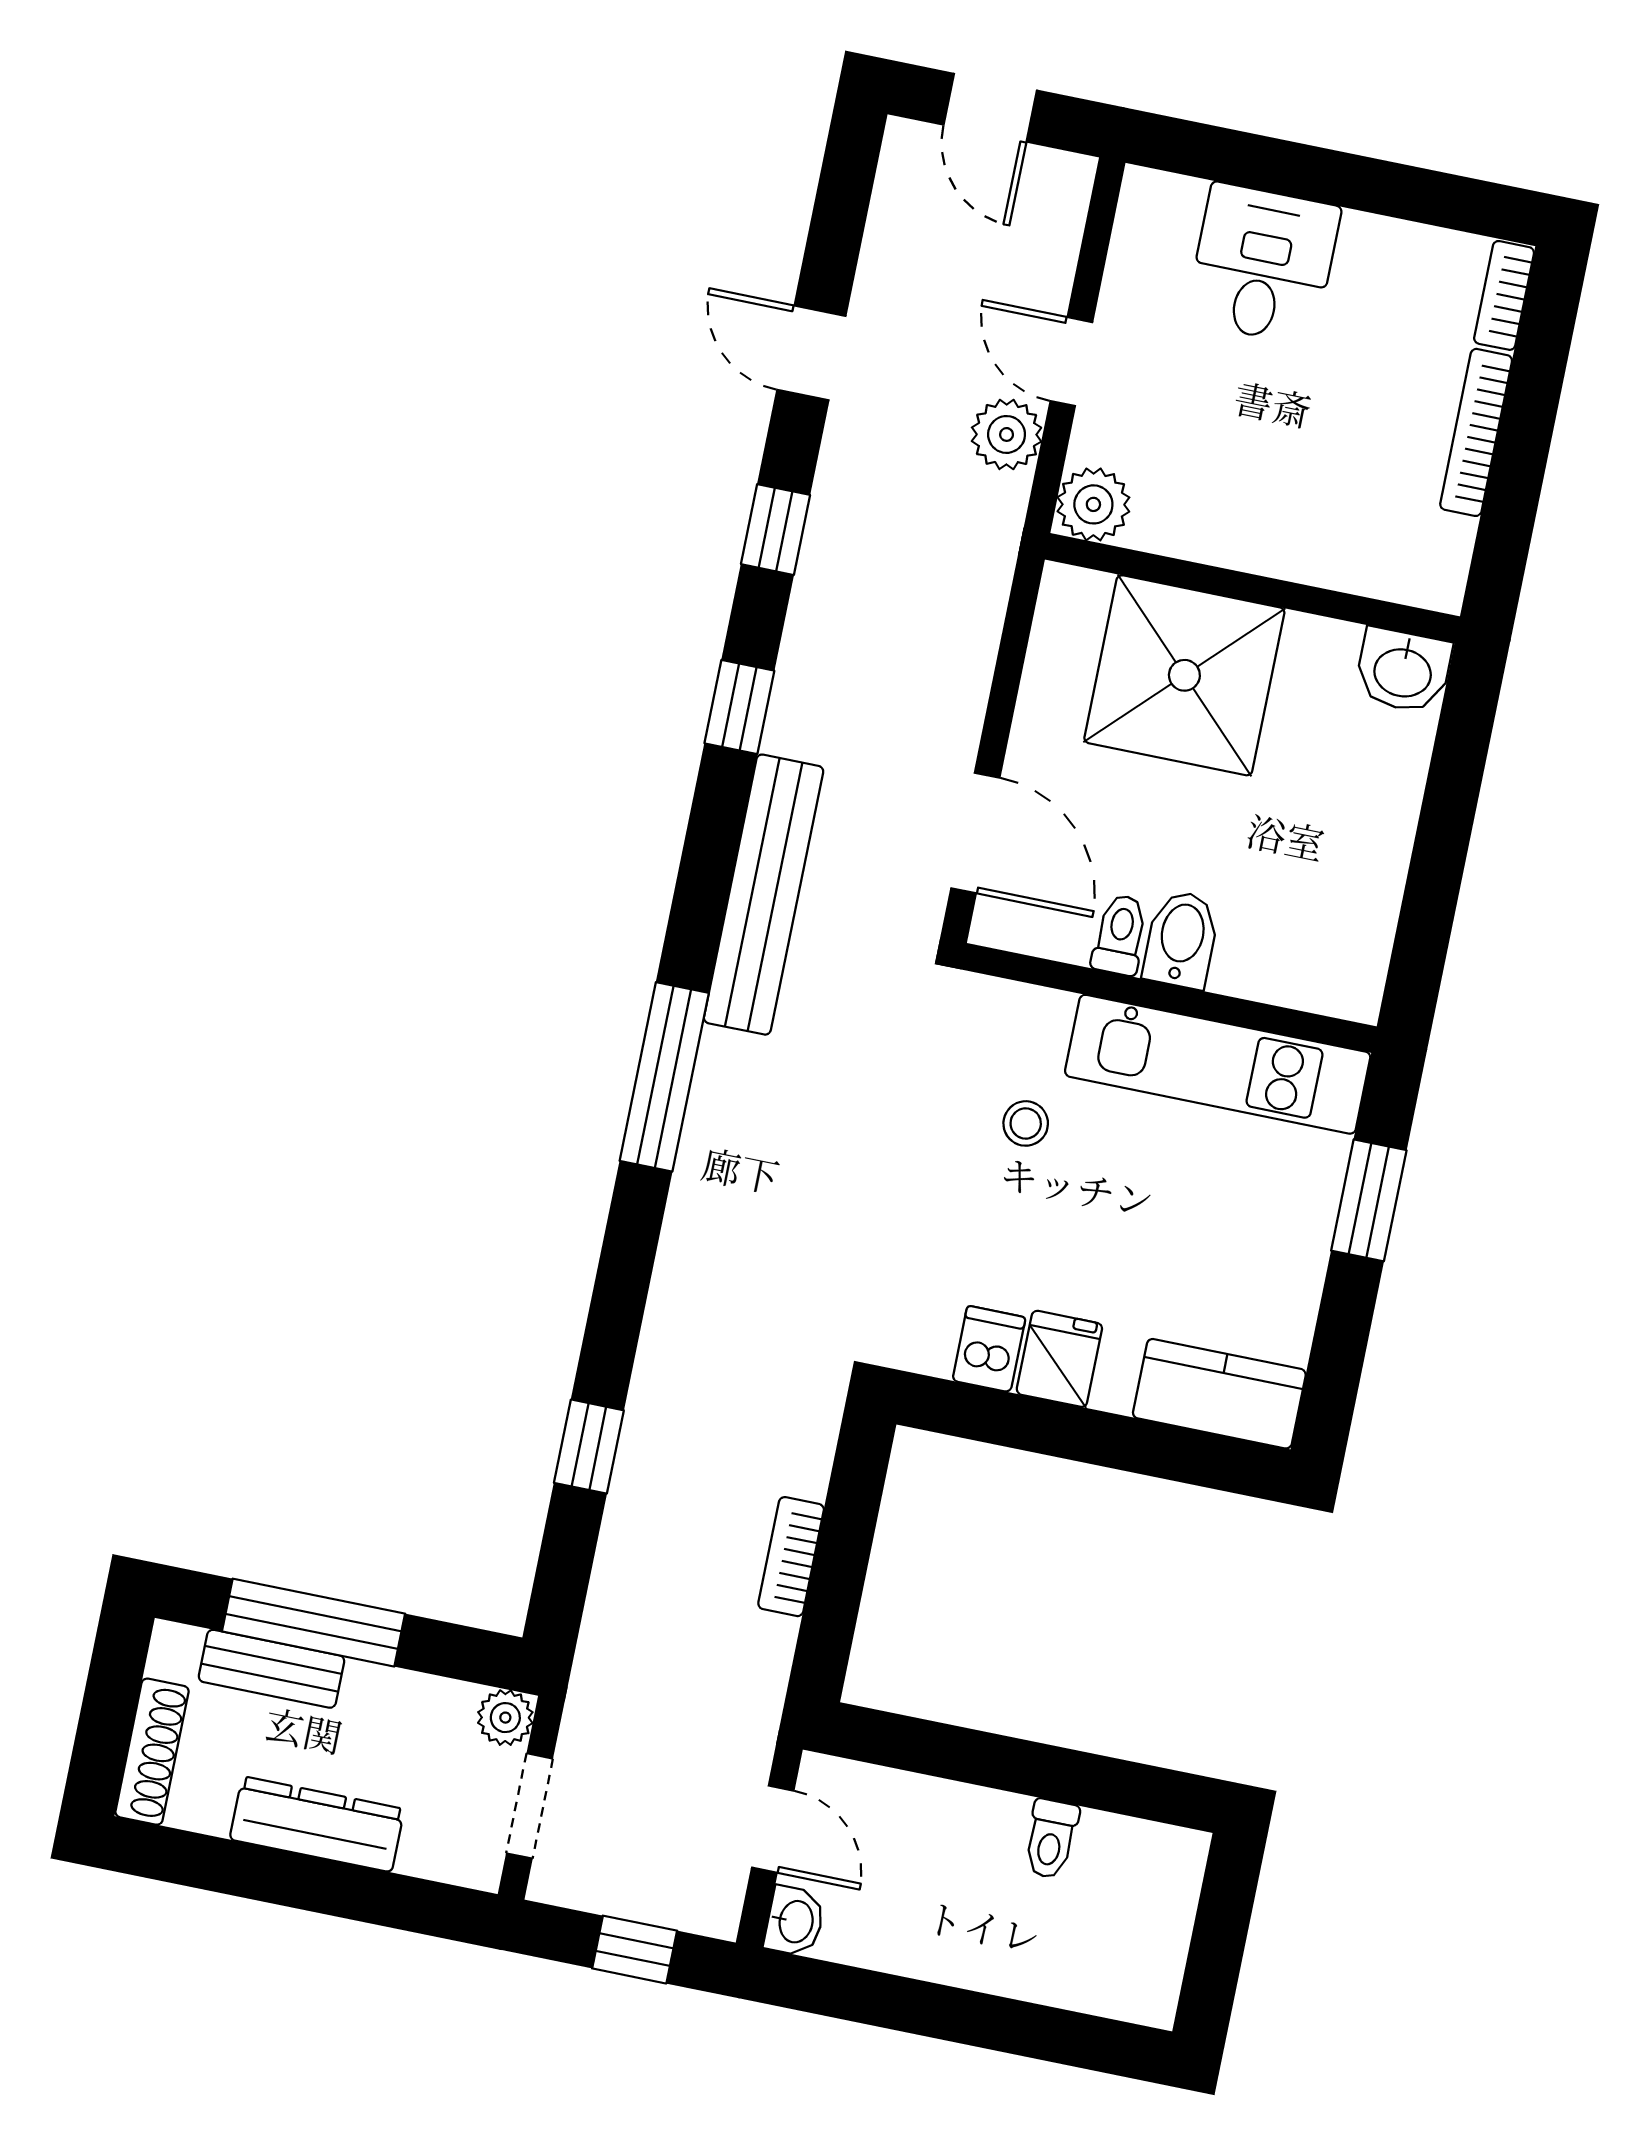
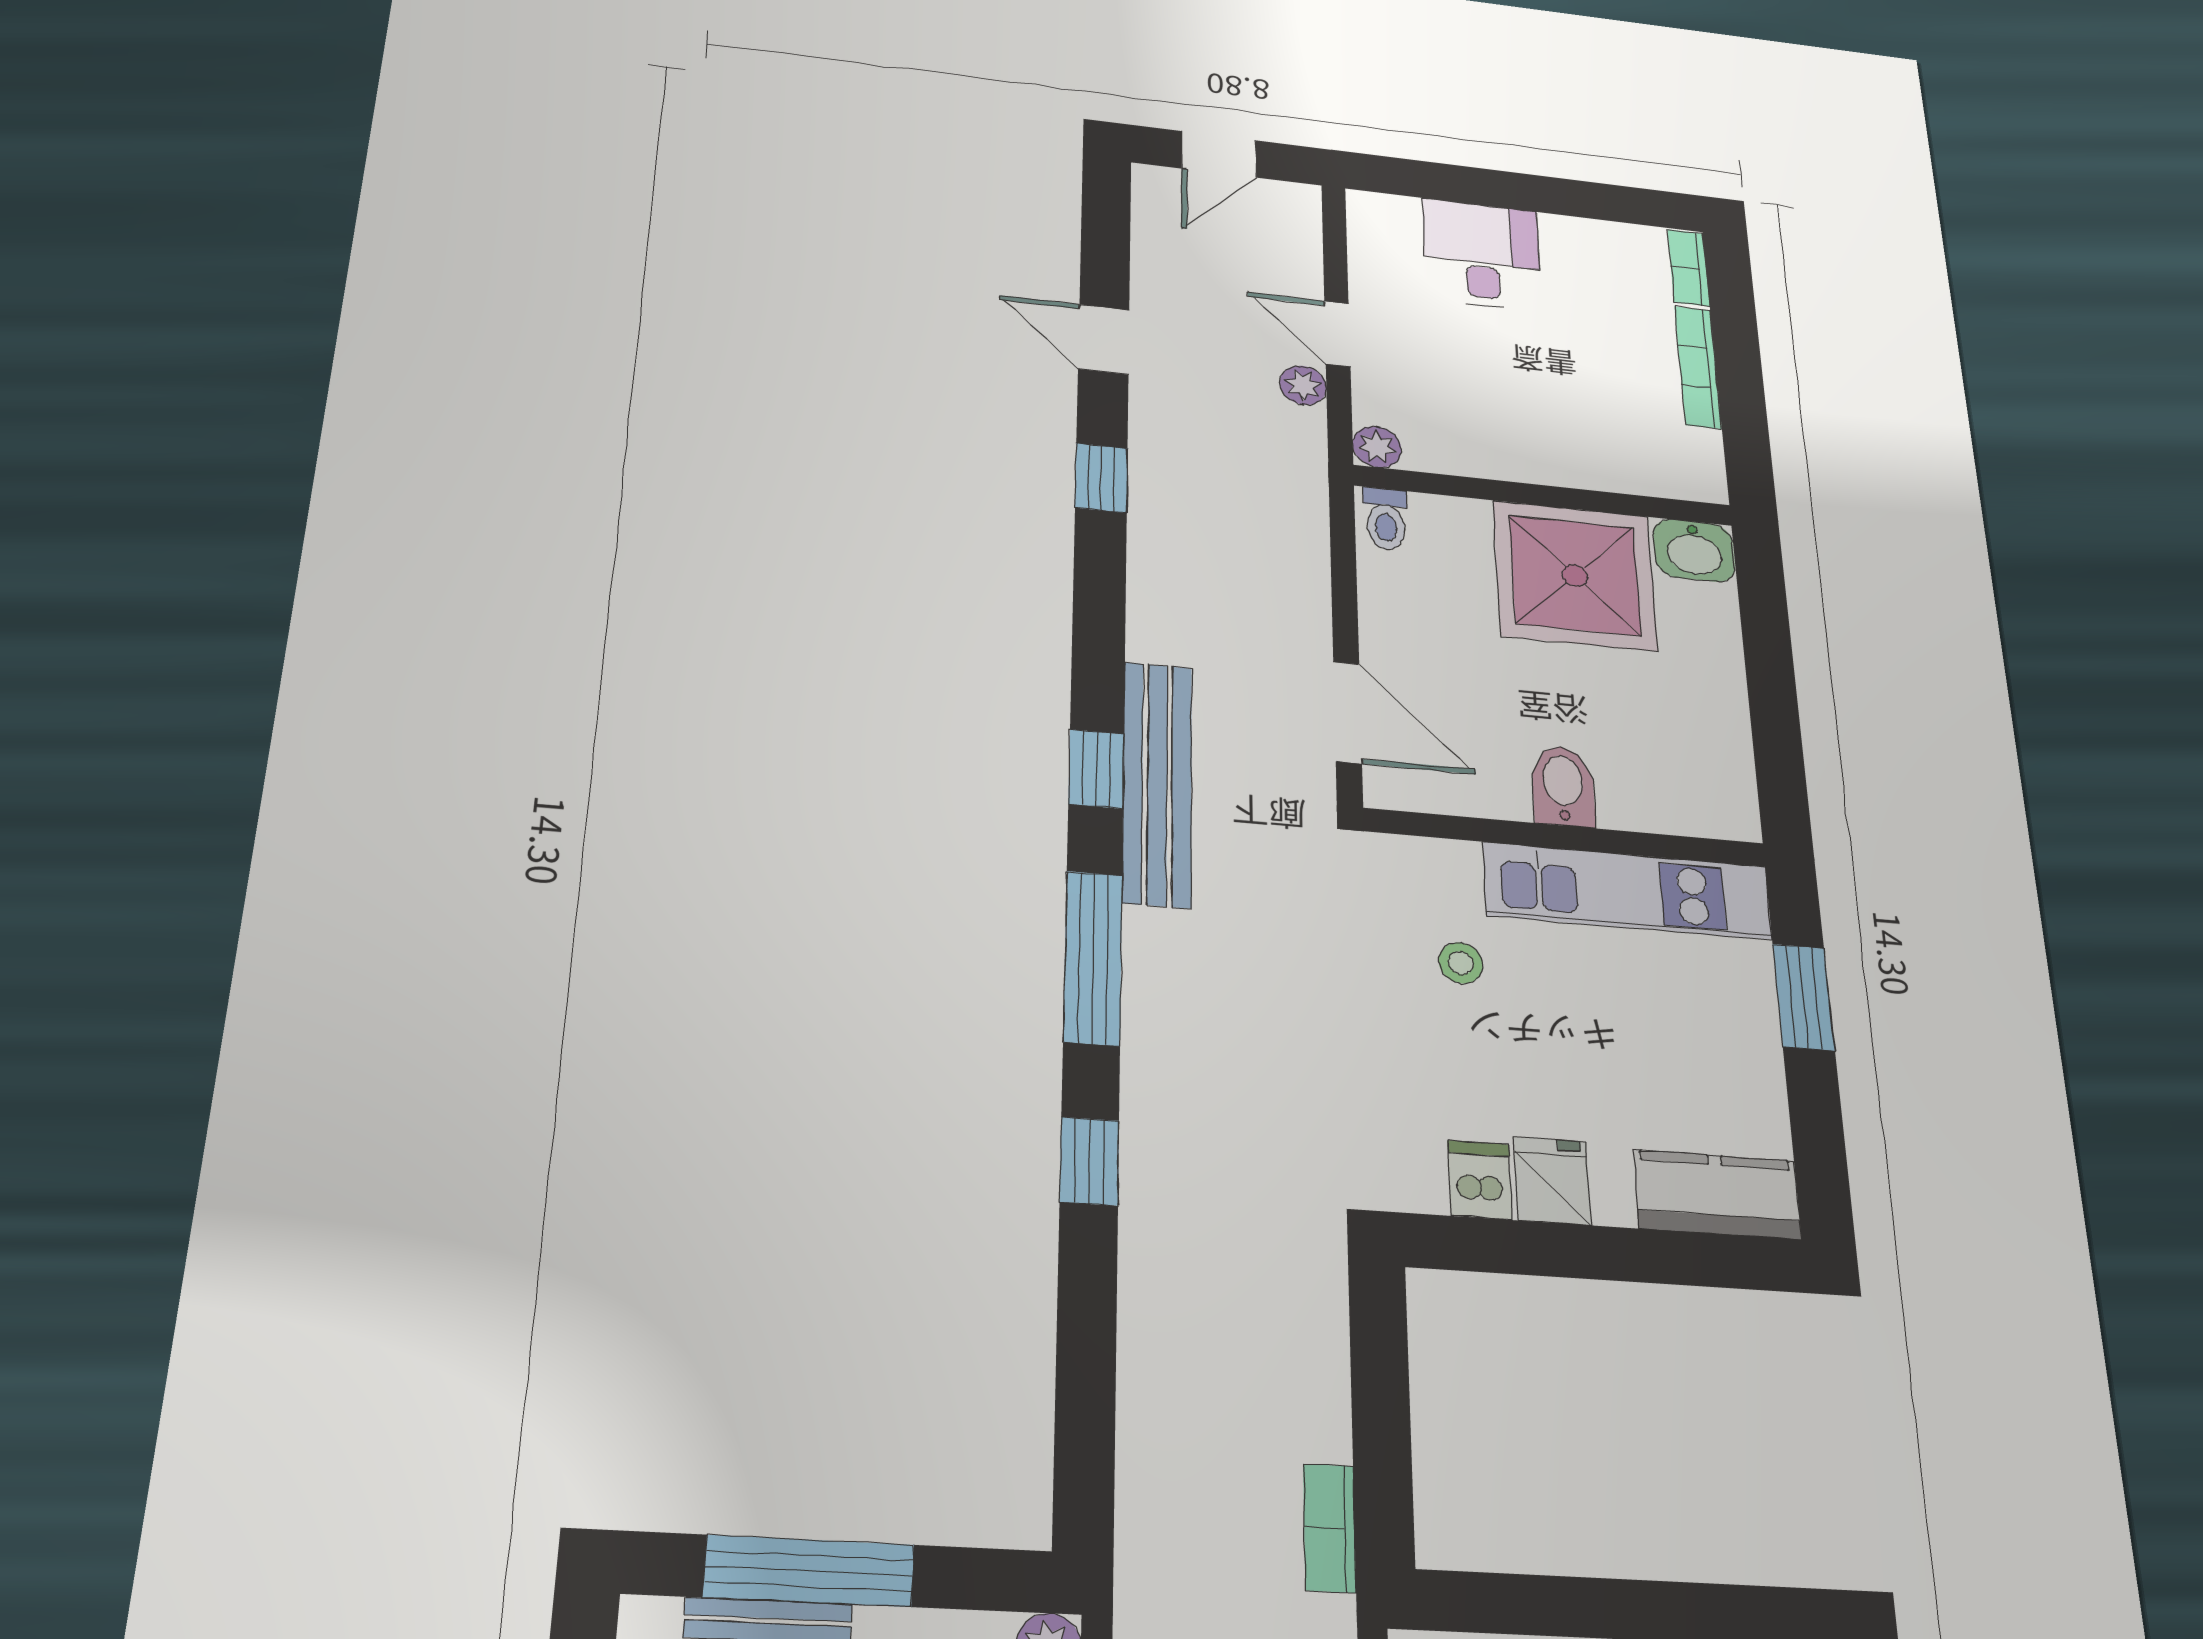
door: (990, 108) -> (1219, 154), hinge flipped
plant: (1007, 434) -> (1303, 385), width x0.73, depth x0.73
plant: (1093, 504) -> (1377, 447), width x0.73, depth x0.73
shower: (1184, 675) -> (1575, 576), moved
window: (739, 707) -> (1096, 769), moved
toilet: (1120, 935) -> (1386, 519), moved, turned 180
window: (589, 1447) -> (1089, 1161), moved
bookcase: (791, 1557) -> (1330, 1528), moved

